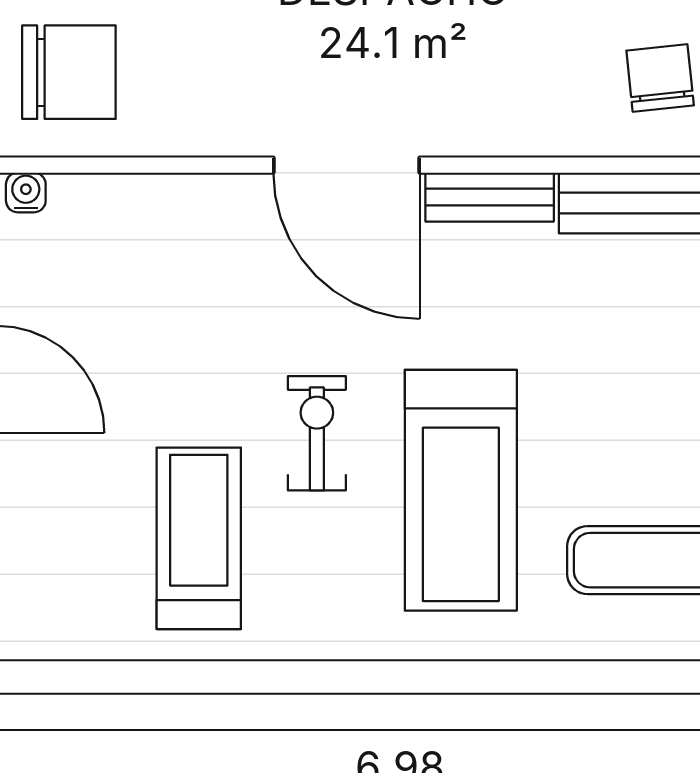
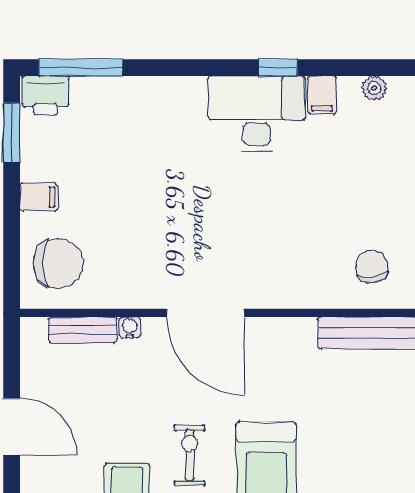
water cooler: (26, 192) -> (130, 327), moved
bench: (490, 197) -> (82, 330), moved

